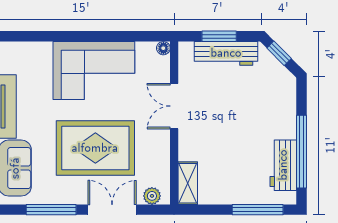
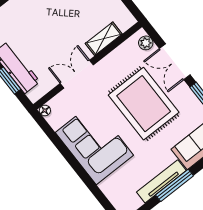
double door: (174, 106) -> (77, 74), swing flipped
shelving: (188, 183) -> (104, 39), moved

